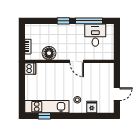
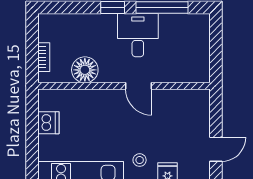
desk: (95, 35) -> (138, 35), moved
dishwasher: (30, 69) -> (48, 123), moved

